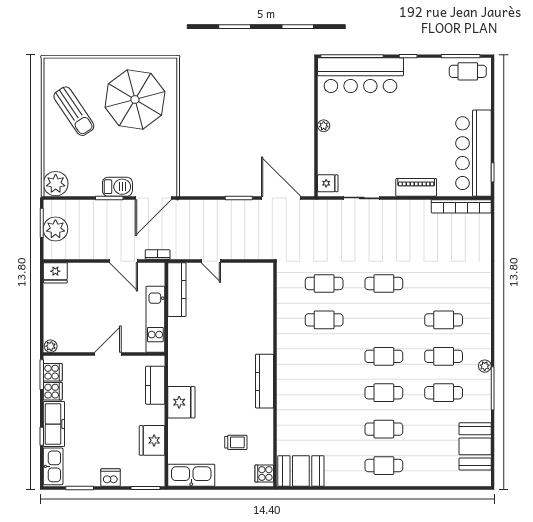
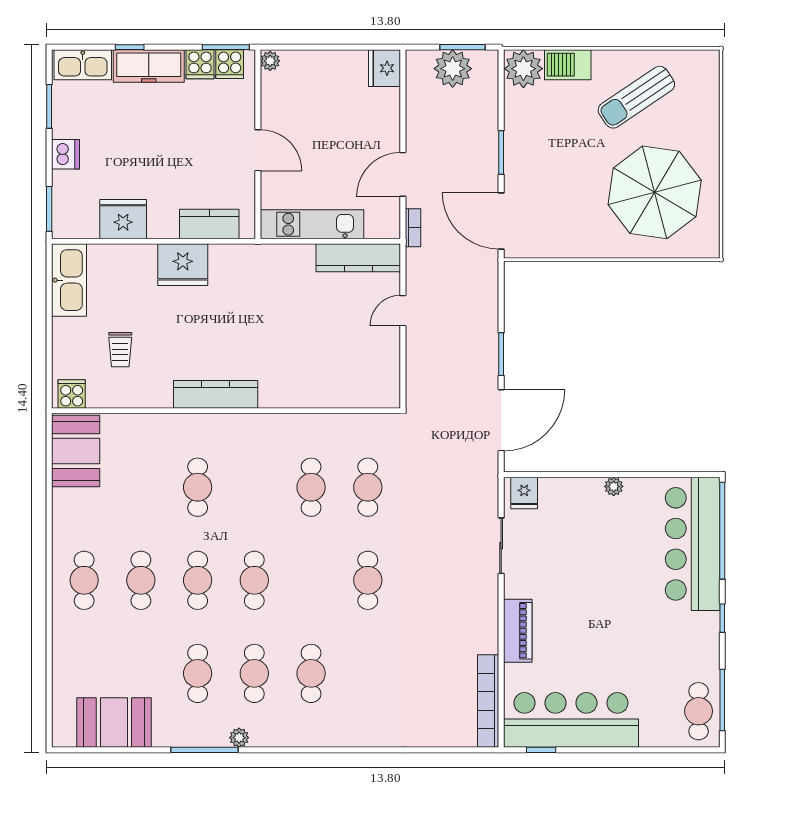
barbecue: (117, 187) -> (568, 65), moved, turned 90
cafe table: (324, 393) -> (198, 487), added

